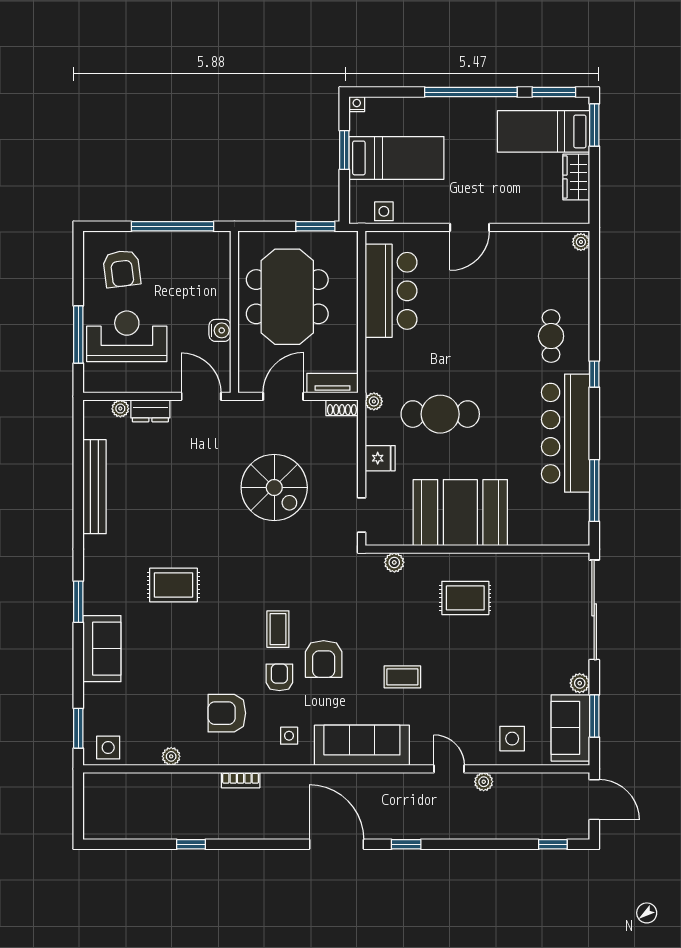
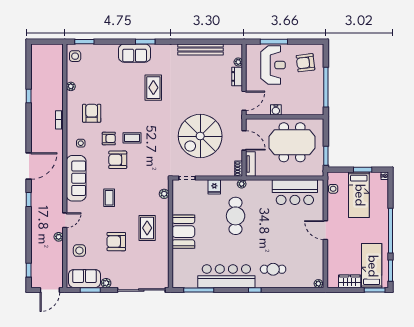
spiral stairs: (274, 487) -> (200, 136), width x1.37, depth x1.37
booth: (460, 513) -> (183, 232), width x0.73, depth x0.70
sofa: (102, 649) -> (135, 53), moved
armchair: (494, 662) -> (116, 242), added

